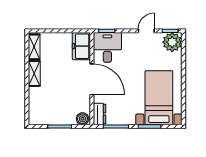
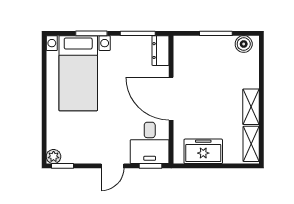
door: (146, 31) -> (112, 166), moved
plant: (172, 42) -> (54, 157), width x0.53, depth x0.53
freezer: (81, 46) -> (203, 151), moved, turned -90
boiler: (83, 119) -> (244, 44), moved

